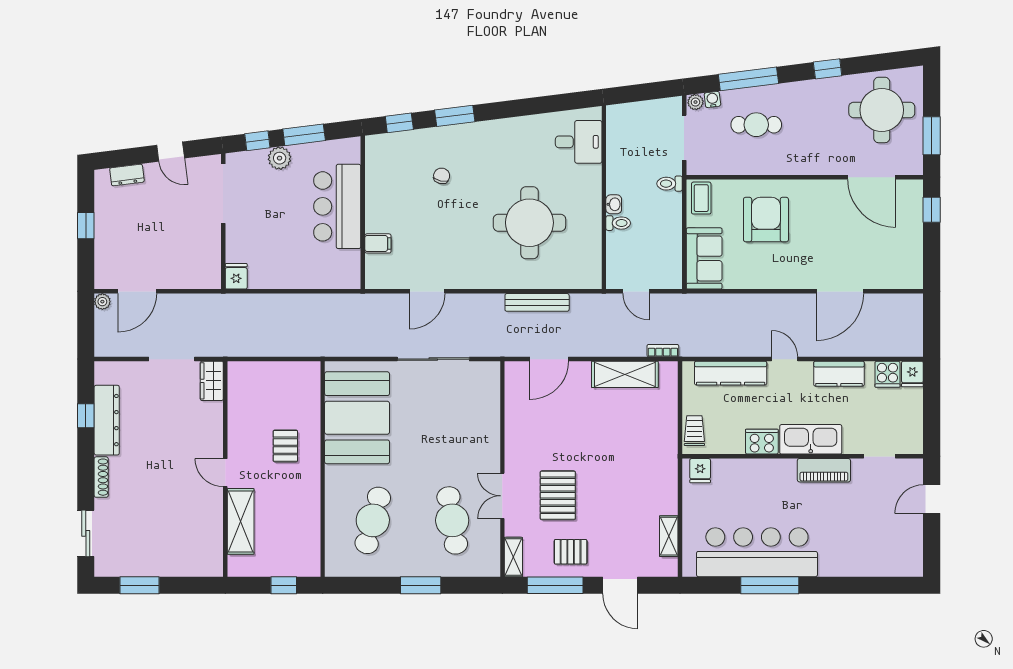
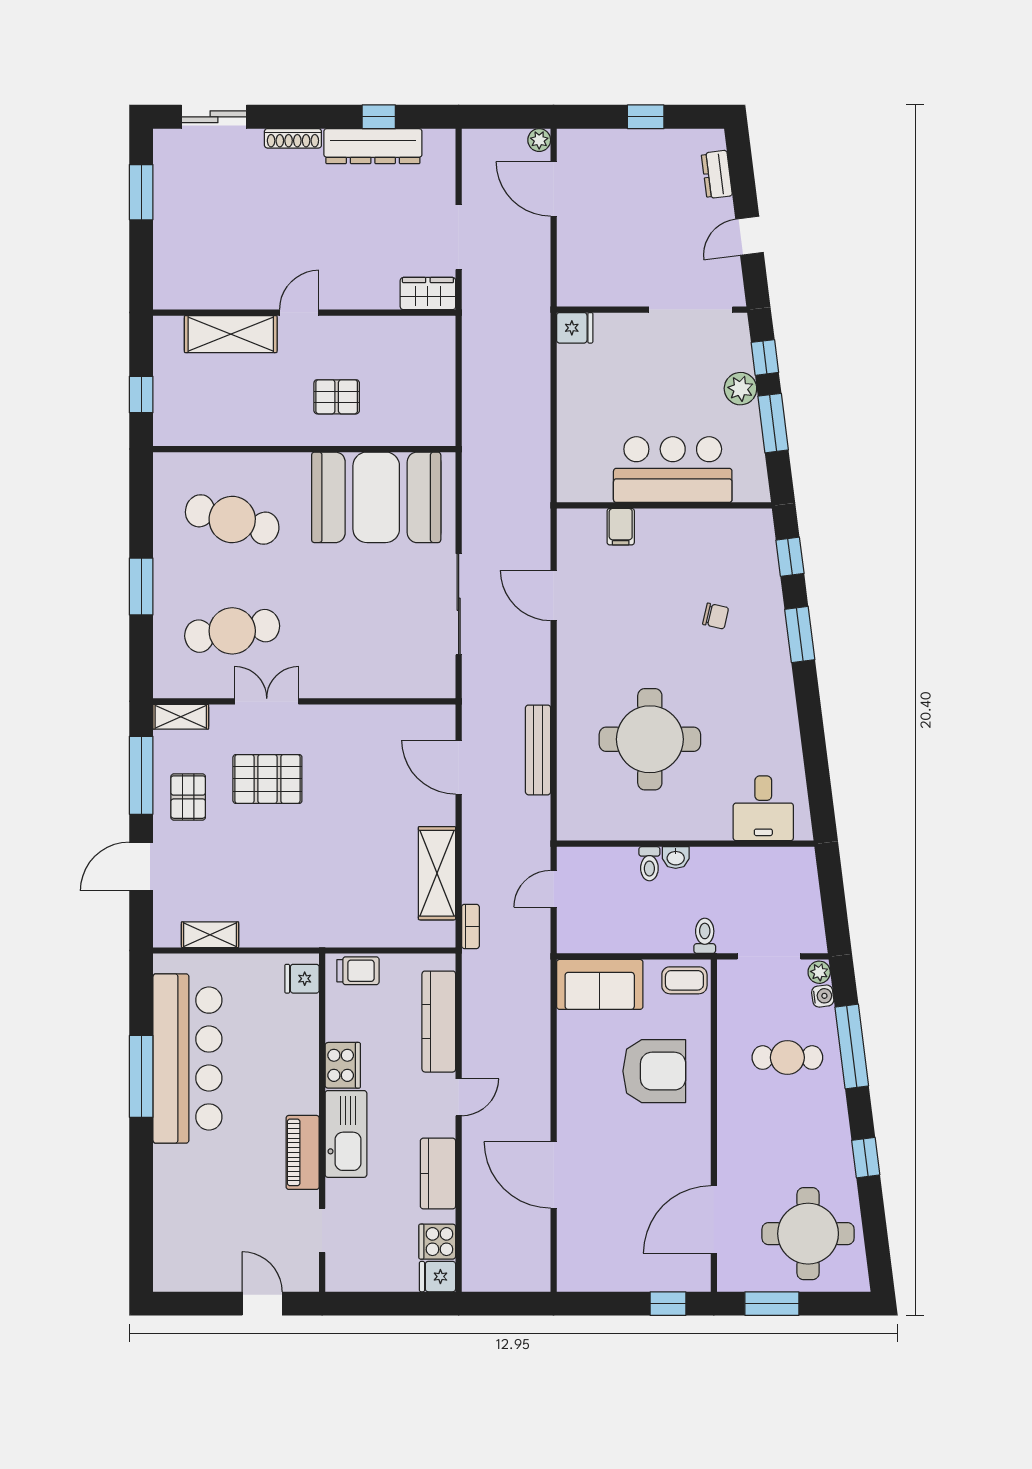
cafe table: (756, 125) -> (787, 1058), turned 90

